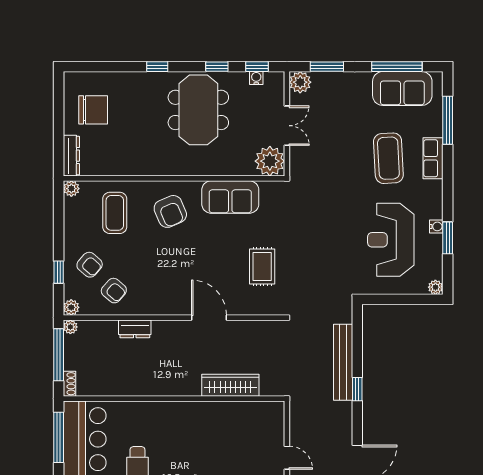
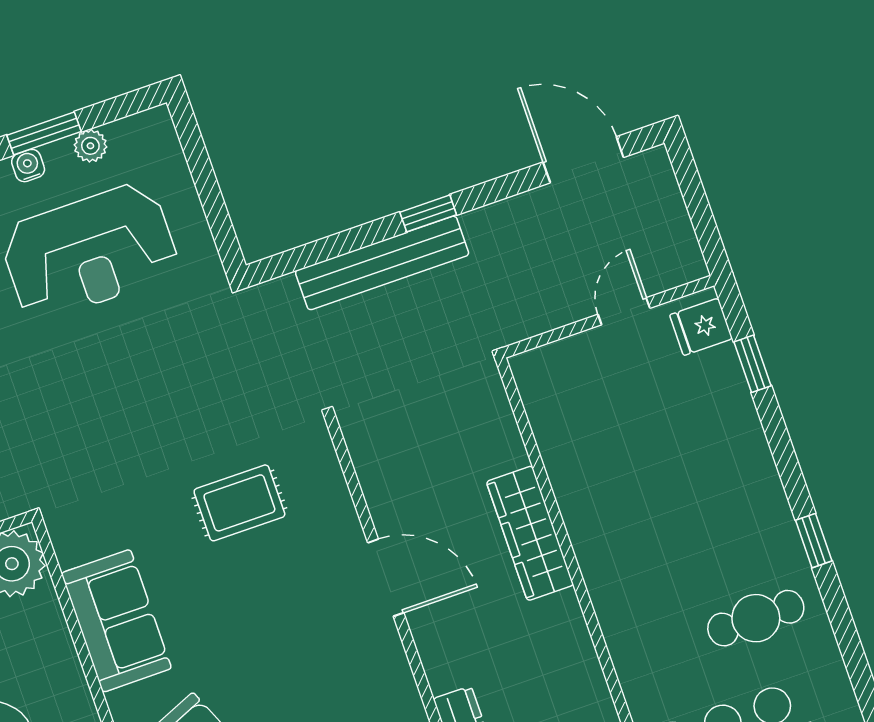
plant: (435, 287) -> (90, 146), moved
door: (209, 318) -> (386, 578), swing flipped
wardrobe: (230, 385) -> (530, 533), moved

